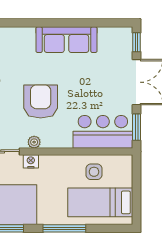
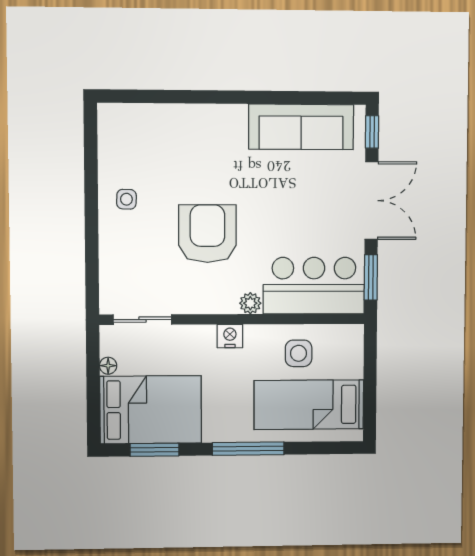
sofa: (66, 40) -> (301, 127), moved
plant: (34, 142) -> (250, 303), moved
nightstand: (31, 161) -> (230, 336), moved

